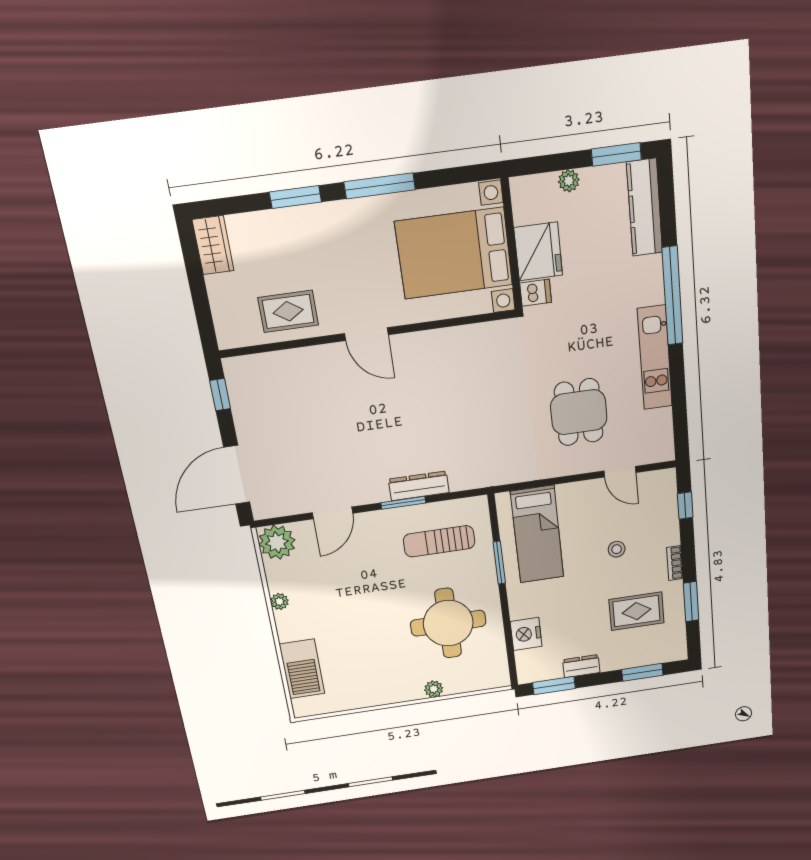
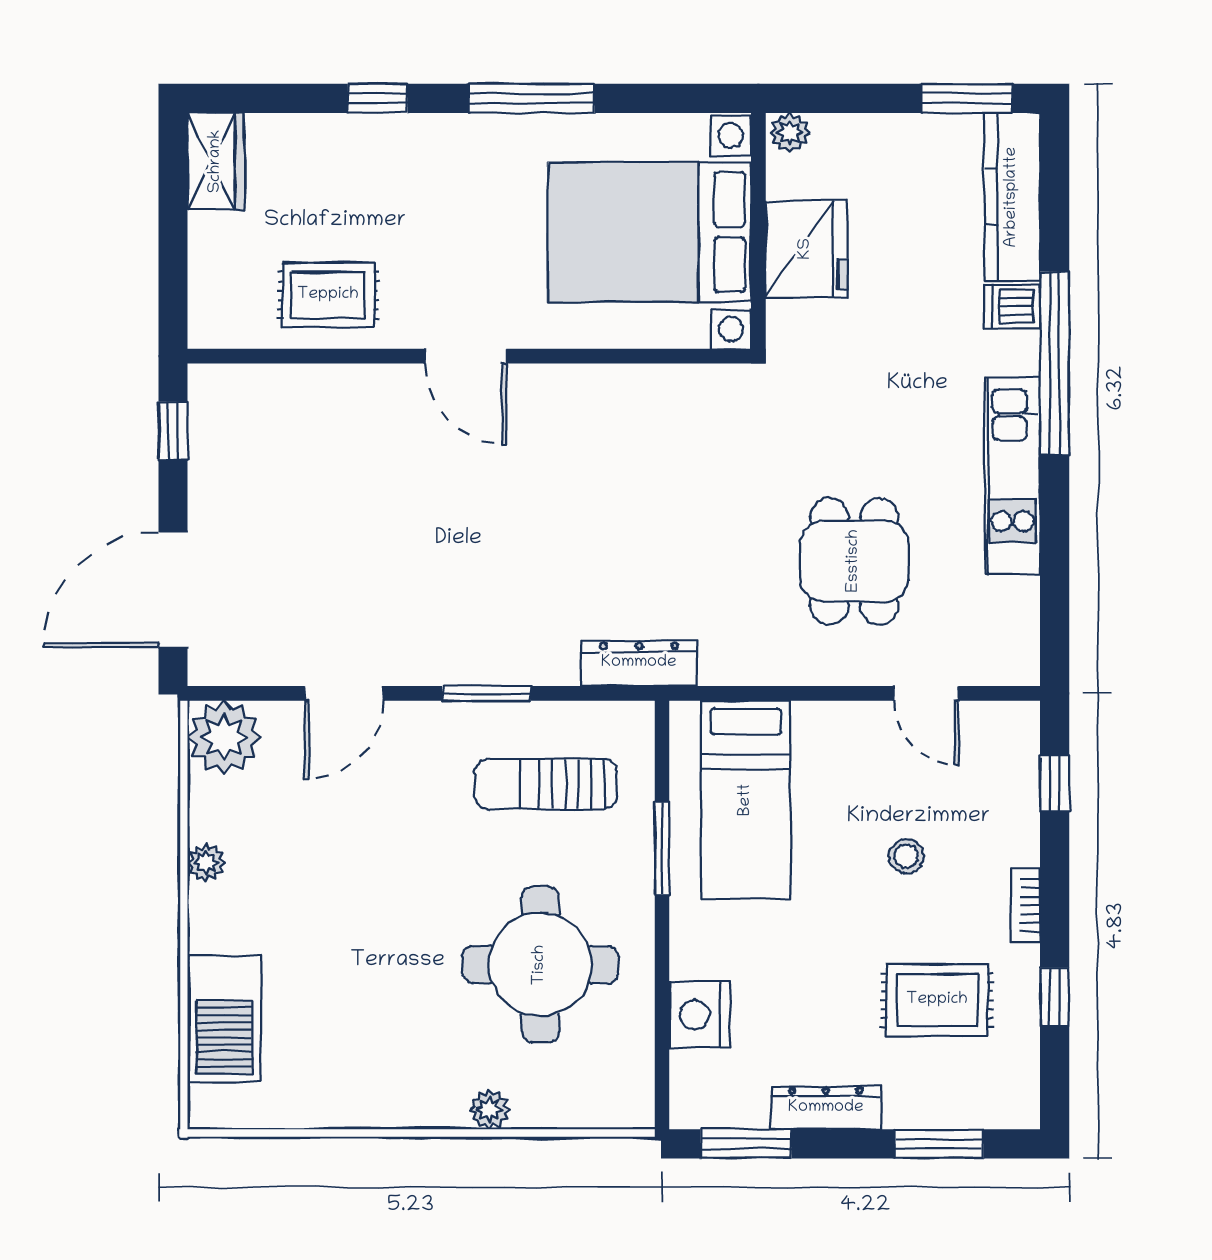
plant: (569, 181) -> (790, 133), moved
window: (295, 197) -> (378, 98), width x0.67
dishwasher: (536, 293) -> (1012, 306), moved, turned 180
dresser: (419, 486) -> (639, 663), moved
window: (691, 602) -> (1055, 997), width x0.67
dresser: (581, 666) -> (826, 1108), width x1.44

